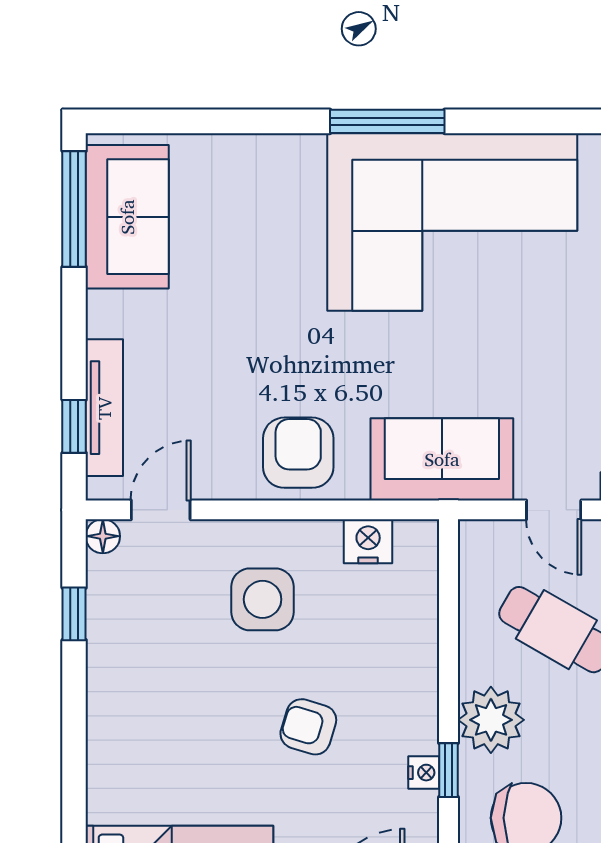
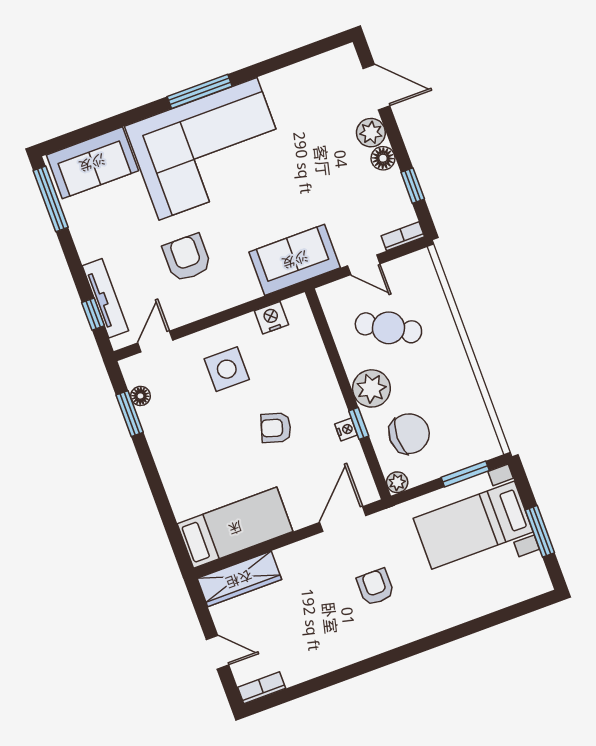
sofa: (127, 217) -> (92, 163), moved, turned 90
corner sofa: (452, 222) -> (208, 149), moved
armchair: (298, 453) -> (187, 258), moved
floor lamp: (103, 536) -> (140, 396), moved
window: (74, 614) -> (130, 414), width x1.50

